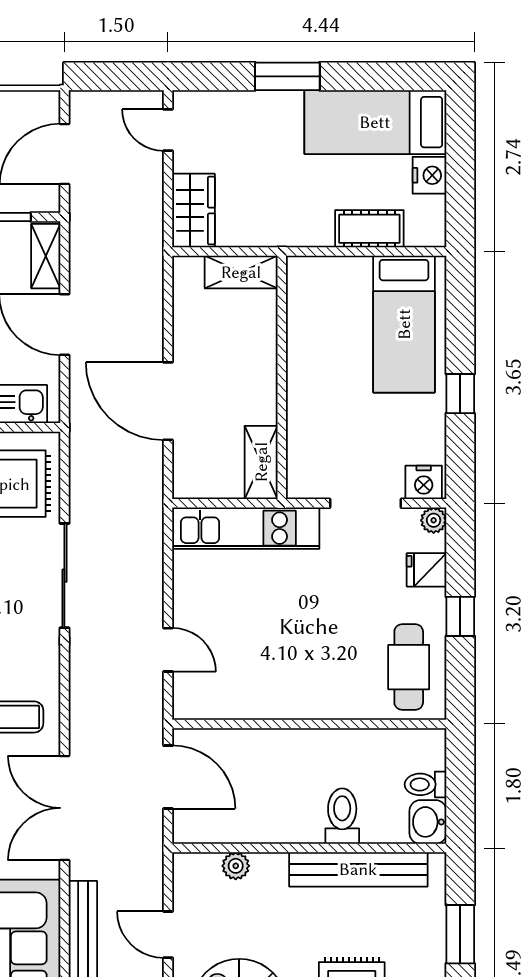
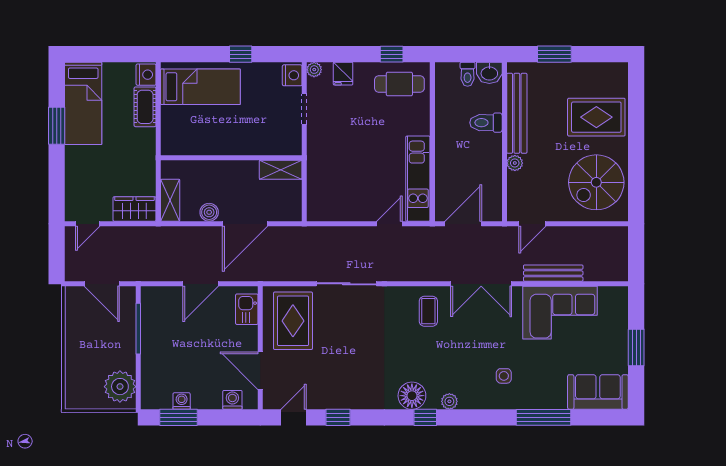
window: (287, 76) -> (57, 126), moved
nightstand: (430, 175) -> (146, 75), moved, turned 90
shelving: (46, 256) -> (161, 295), removed
shelving: (241, 272) -> (170, 200), moved
boiler: (188, 339) -> (209, 212), added
doorway: (366, 503) -> (304, 109), width x0.73
kitchen unit: (246, 528) -> (418, 179), moved, turned 180
window: (460, 616) -> (392, 54), moved
plant: (236, 866) -> (515, 163), moved
door: (168, 935) -> (532, 224), moved

